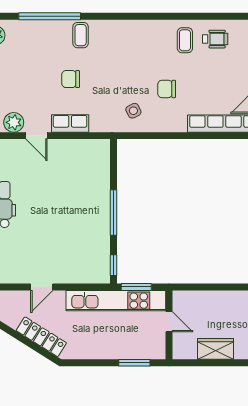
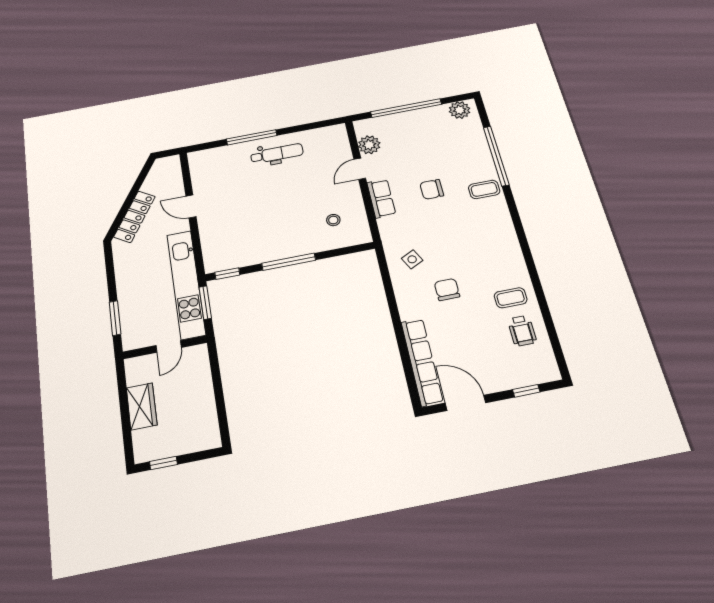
chair: (71, 79) -> (432, 189), turned -90
stool: (82, 168) -> (333, 220), added

